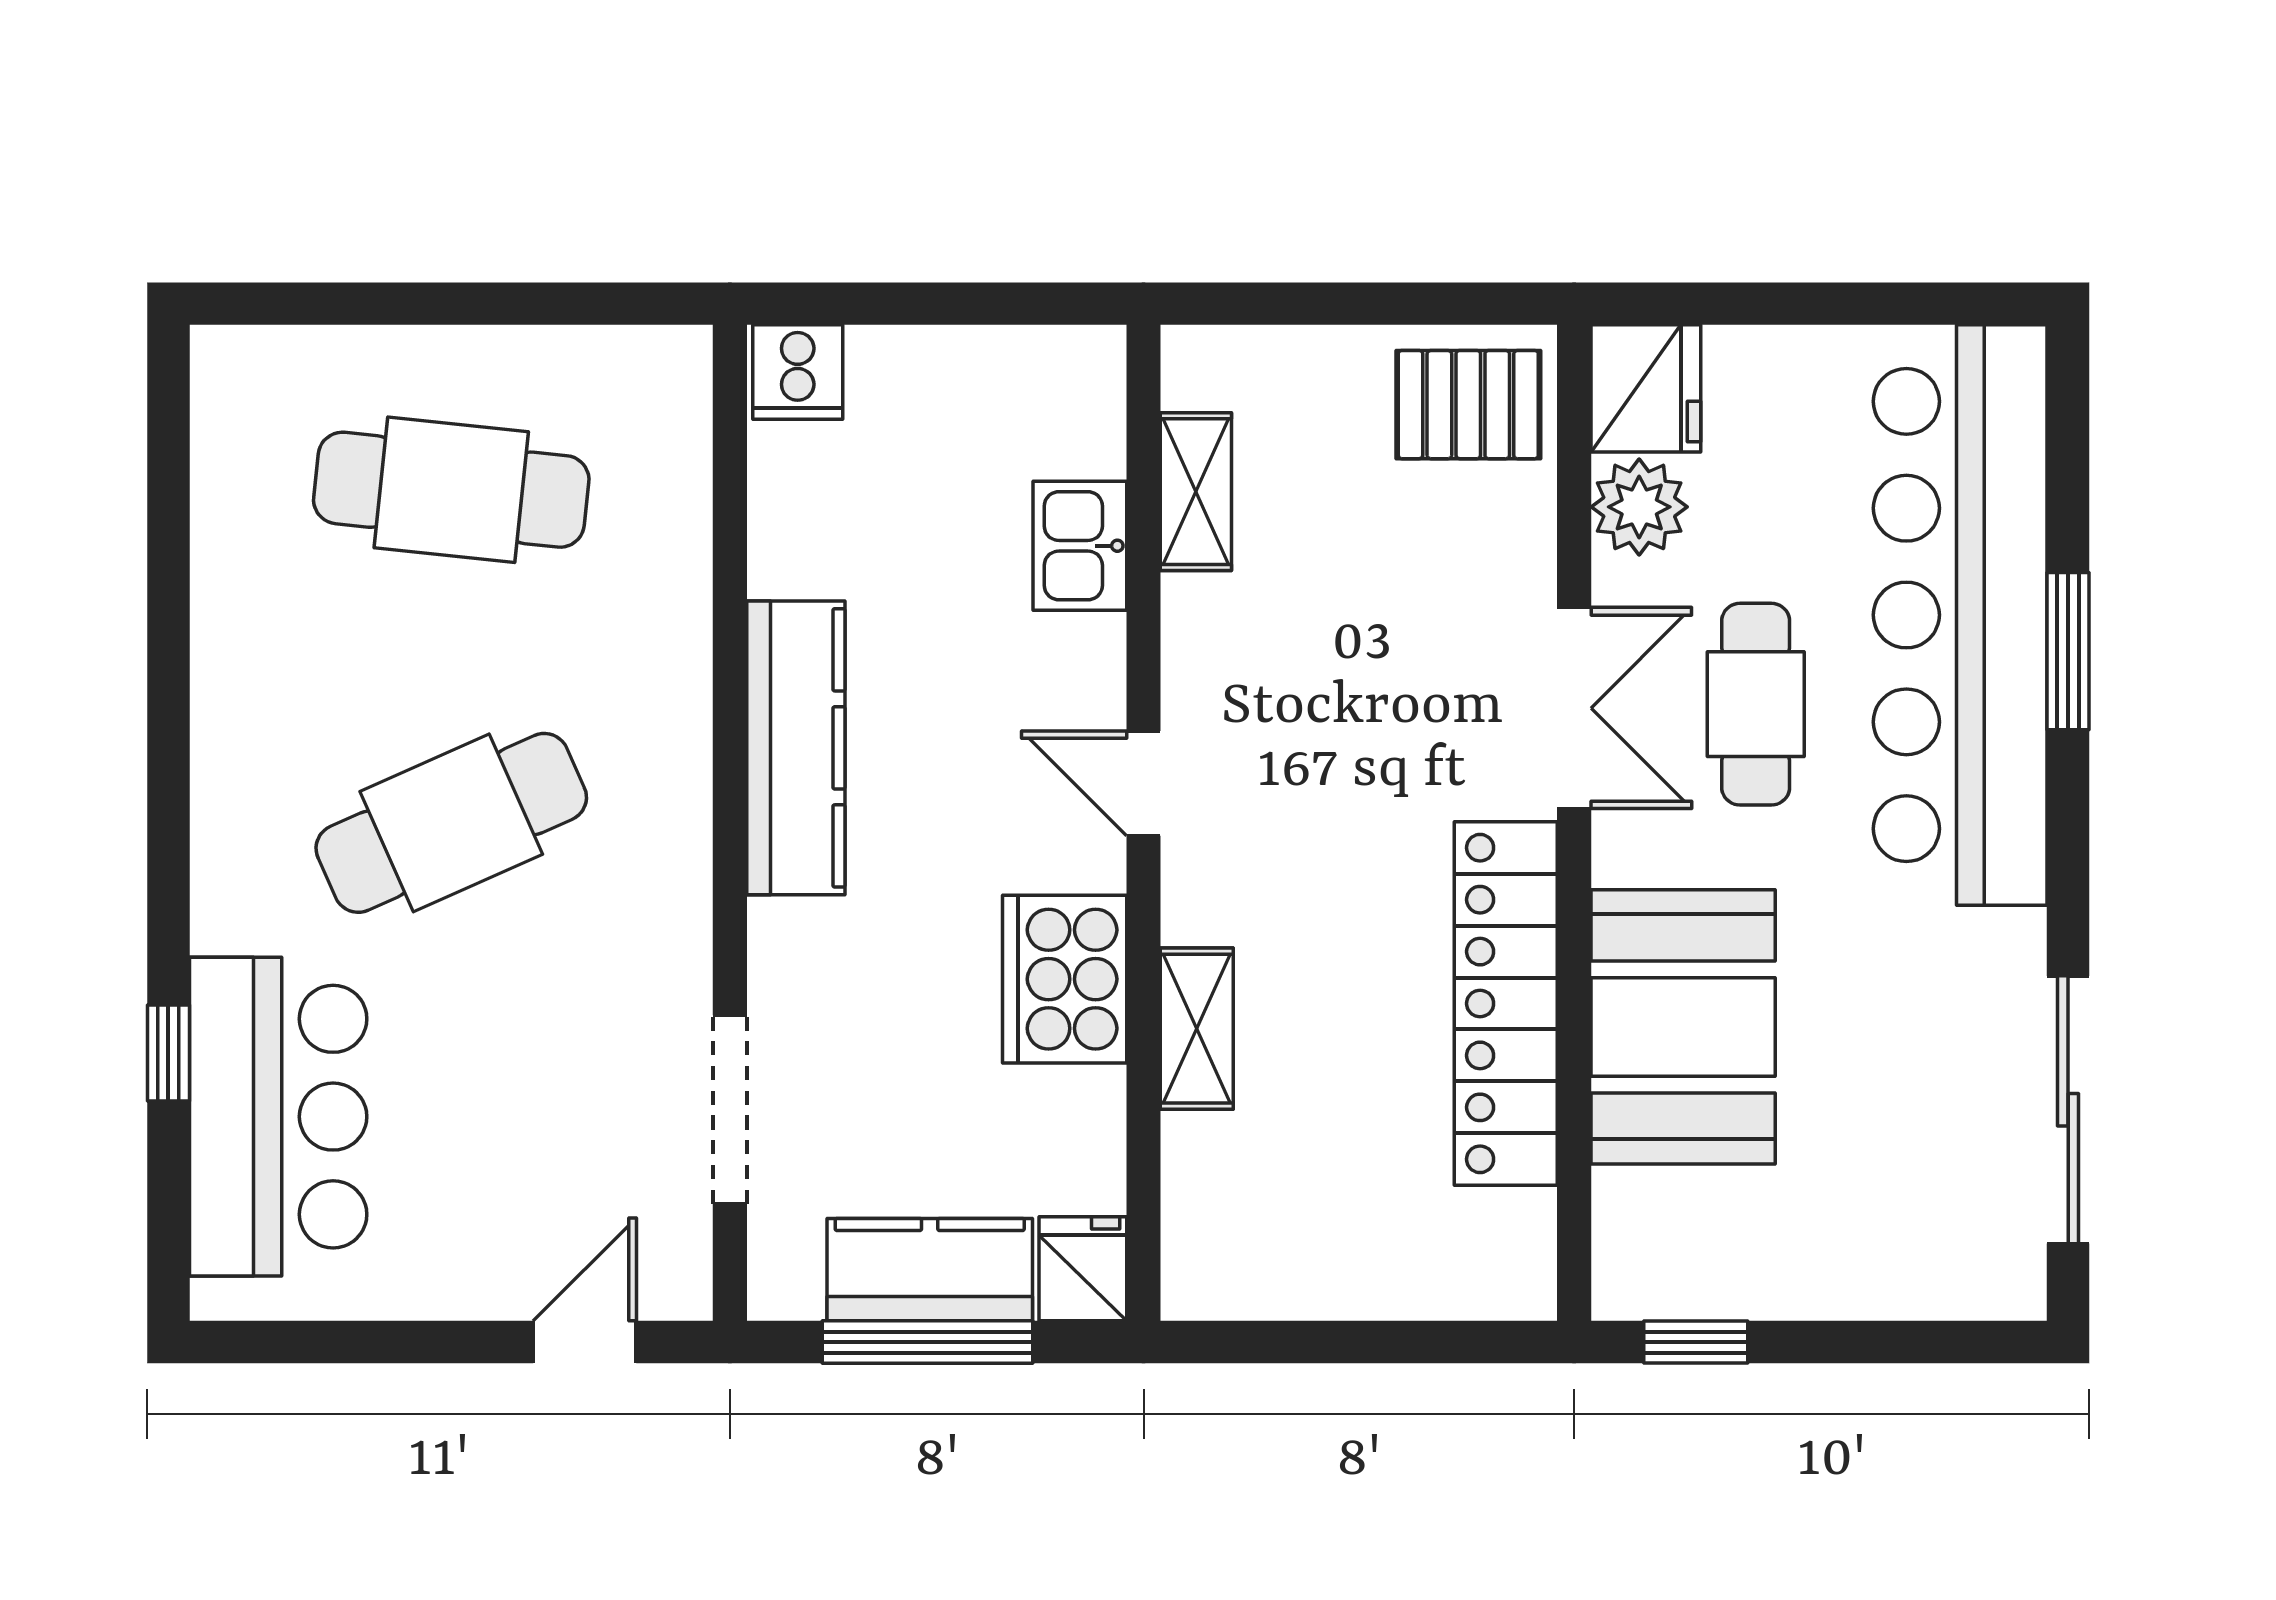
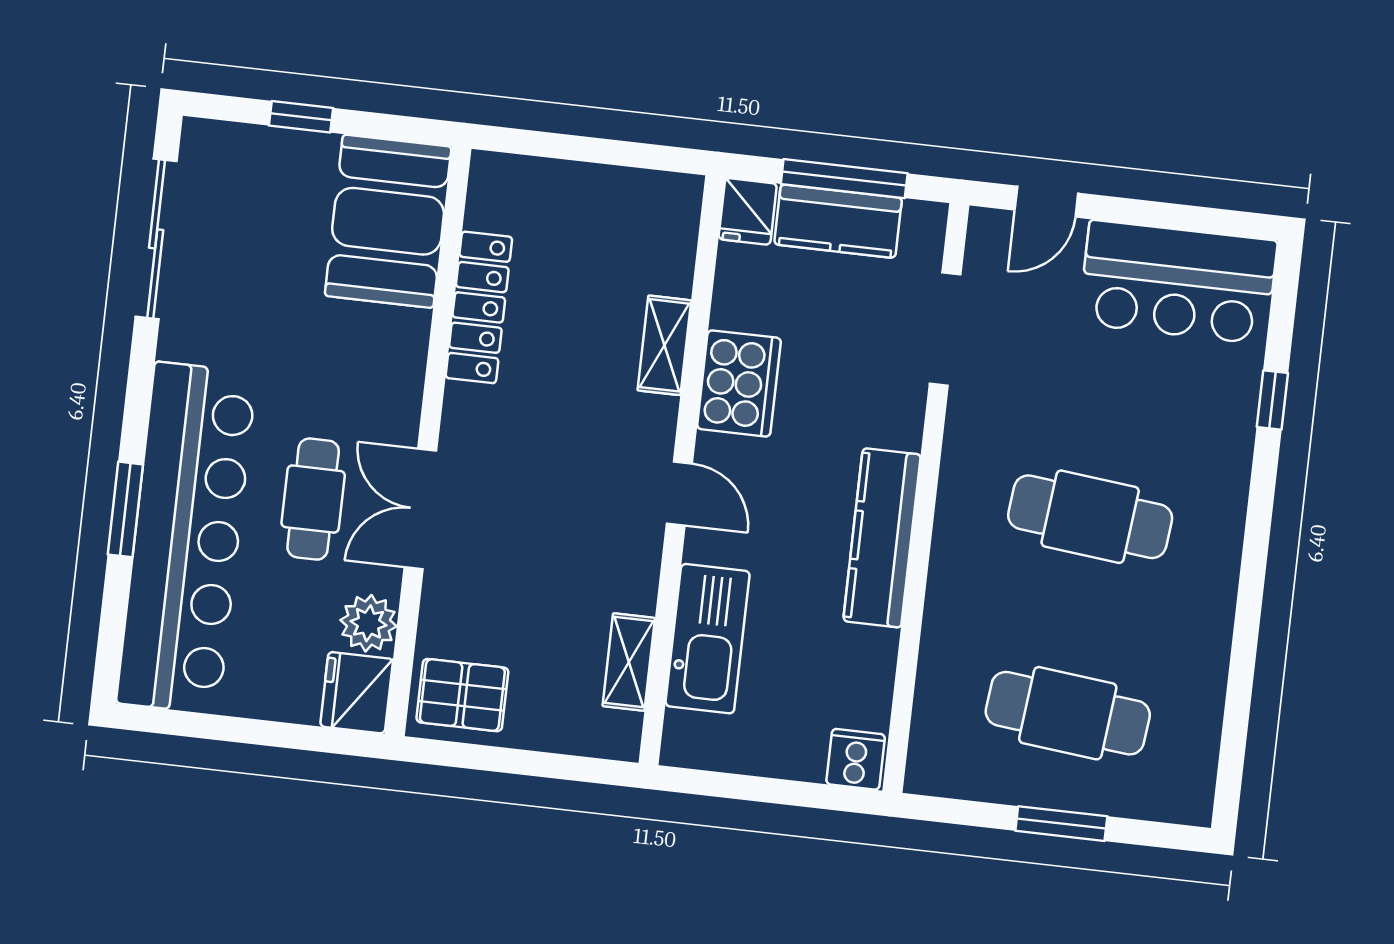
window: (441, 304) -> (1061, 824), added
kitchen sink: (1080, 546) -> (708, 639), width x1.88, depth x1.24
cafe table: (451, 823) -> (1090, 517), turned 30
locker: (1506, 1004) -> (479, 307), width x0.71, depth x0.83
booth: (1683, 1027) -> (388, 221), moved
bar counter: (278, 1117) -> (1178, 282), moved, turned -90
window: (1696, 1342) -> (301, 117), moved

